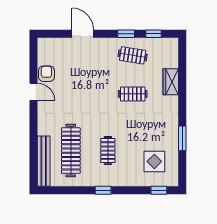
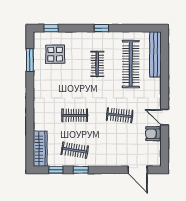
door: (83, 34) -> (138, 170), moved
armchair: (46, 74) -> (153, 134), turned 90
wardrobe: (171, 82) -> (40, 149), moved, width x1.50
clothes rail: (83, 94) -> (120, 115), added
window: (182, 138) -> (30, 60), moved

